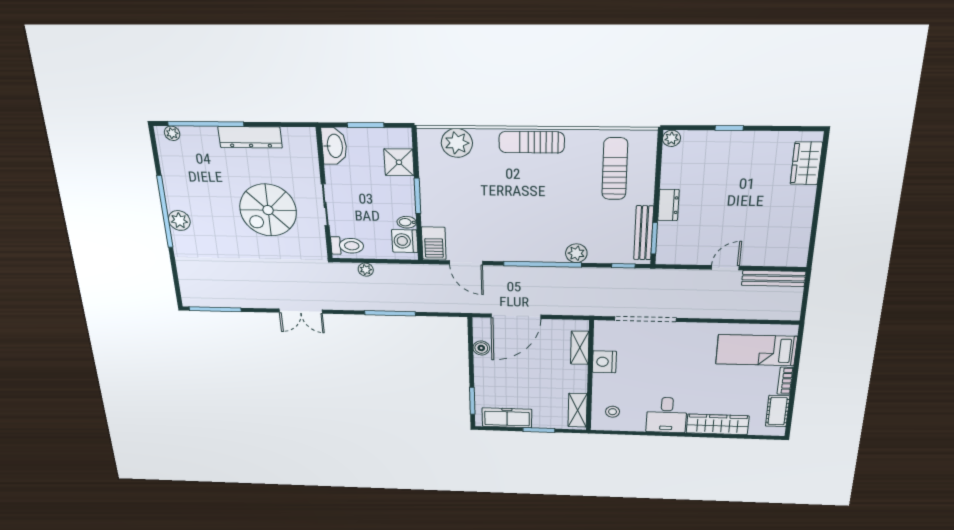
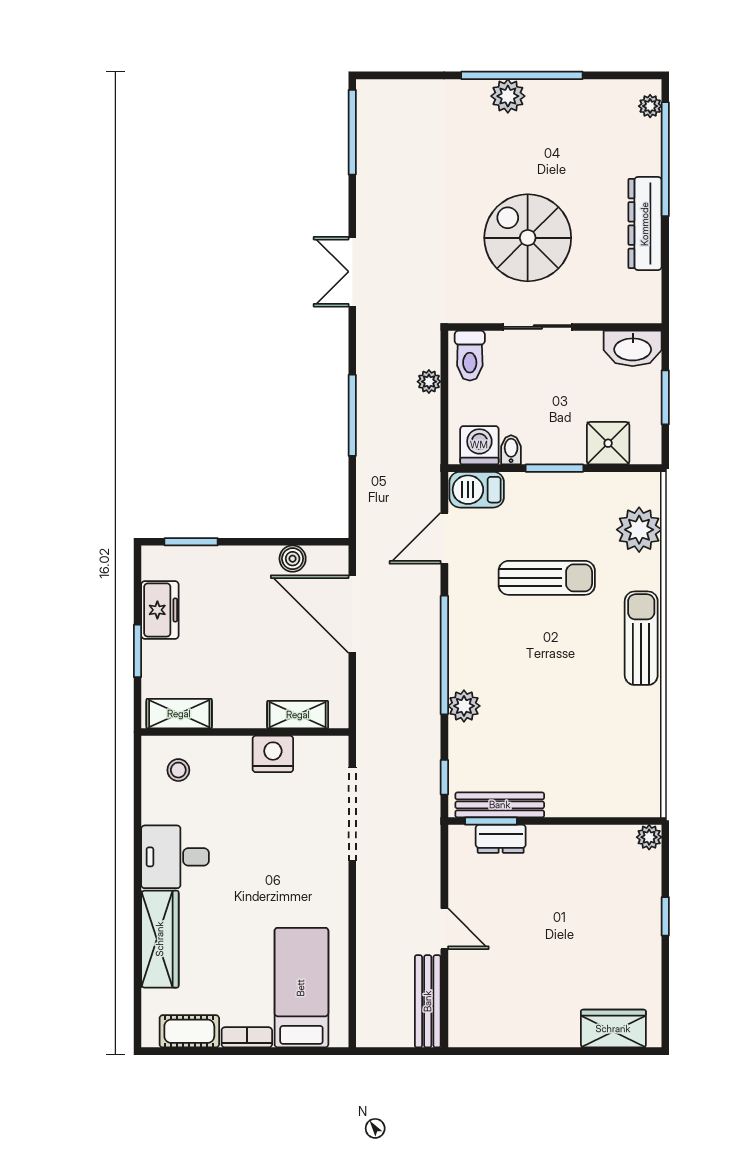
sun lounger: (615, 169) -> (547, 578), moved
dresser: (668, 205) -> (501, 839), moved
freezer: (507, 418) -> (160, 610), width x0.71

